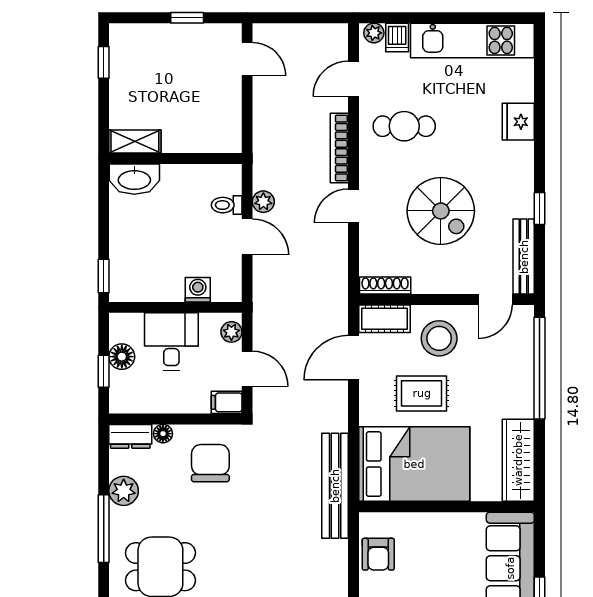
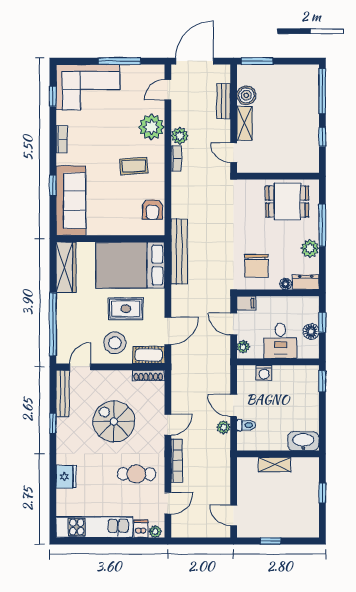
window: (104, 62) -> (322, 493), moved
shelving: (135, 142) -> (275, 464), moved
armchair: (378, 554) -> (152, 209), turned 180

